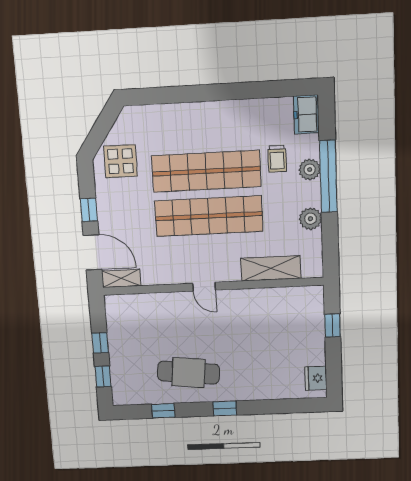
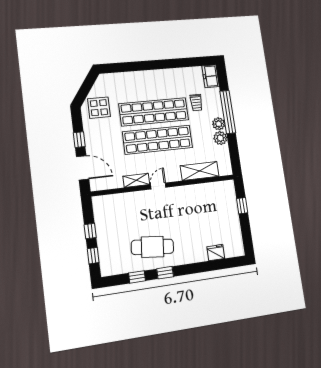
plant: (310, 170) -> (219, 124), moved
shelving: (121, 278) -> (136, 180), moved
door: (204, 287) -> (158, 186), swing flipped
fridge: (316, 378) -> (216, 253), moved, turned 90
window: (225, 408) -> (165, 273), moved

